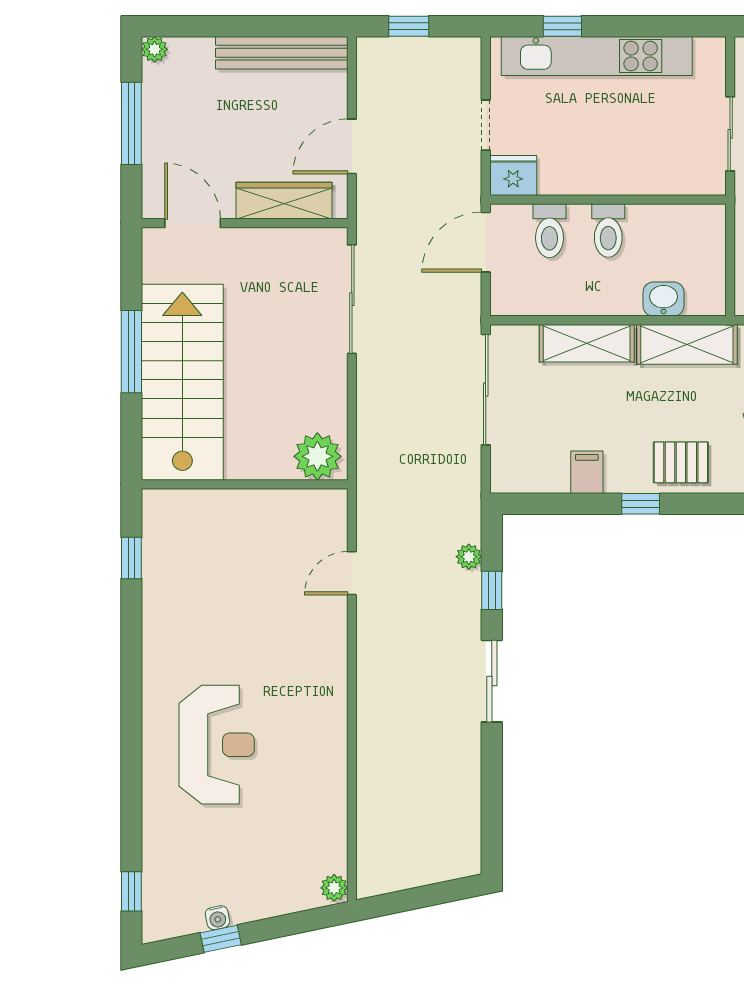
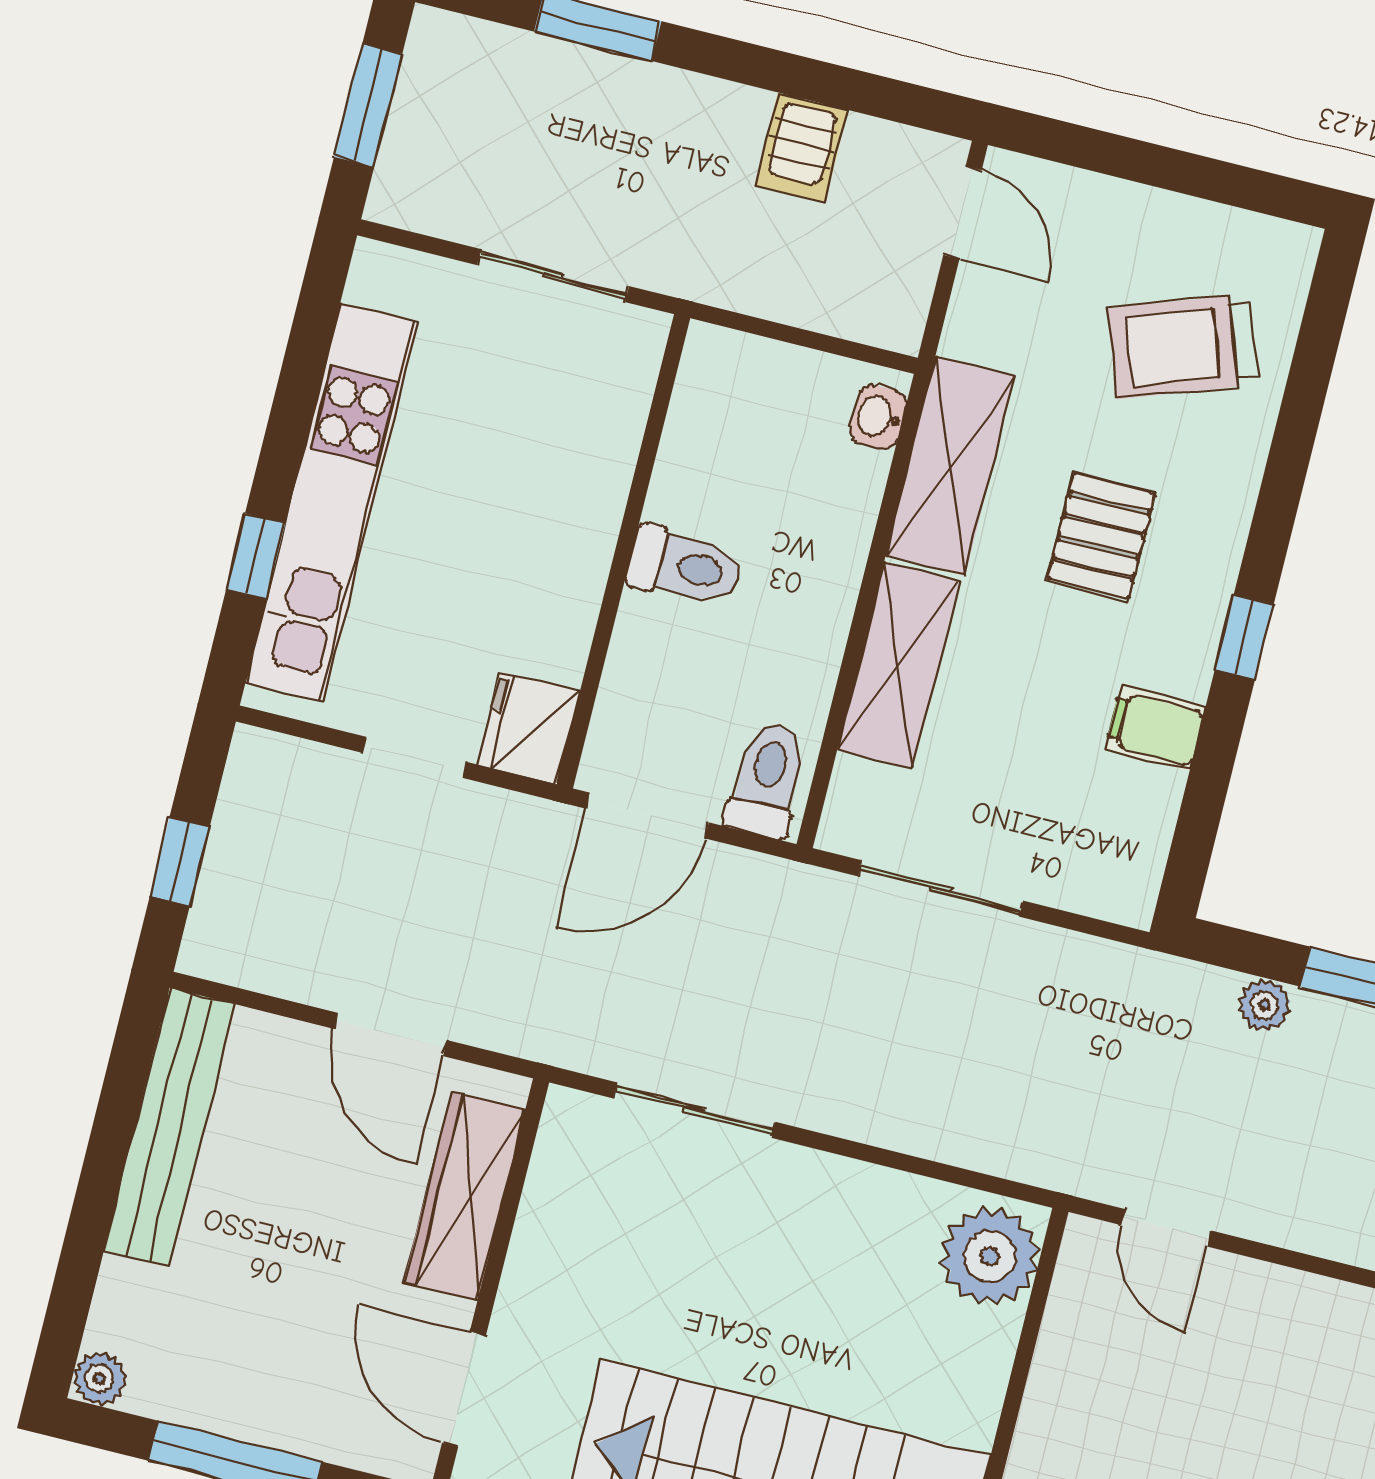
door: (193, 223) -> (464, 1389), hinge flipped
toilet: (549, 231) -> (767, 780), moved, turned -90
door: (486, 242) -> (647, 815), hinge flipped
sliding door: (352, 299) -> (694, 1110), width x0.73
washbasin: (664, 299) -> (878, 417), moved, width x0.72, depth x0.69
sliding door: (486, 390) -> (941, 889), width x0.73
pallet: (681, 462) -> (1101, 536), moved
door: (352, 573) -> (1166, 1228), moved

